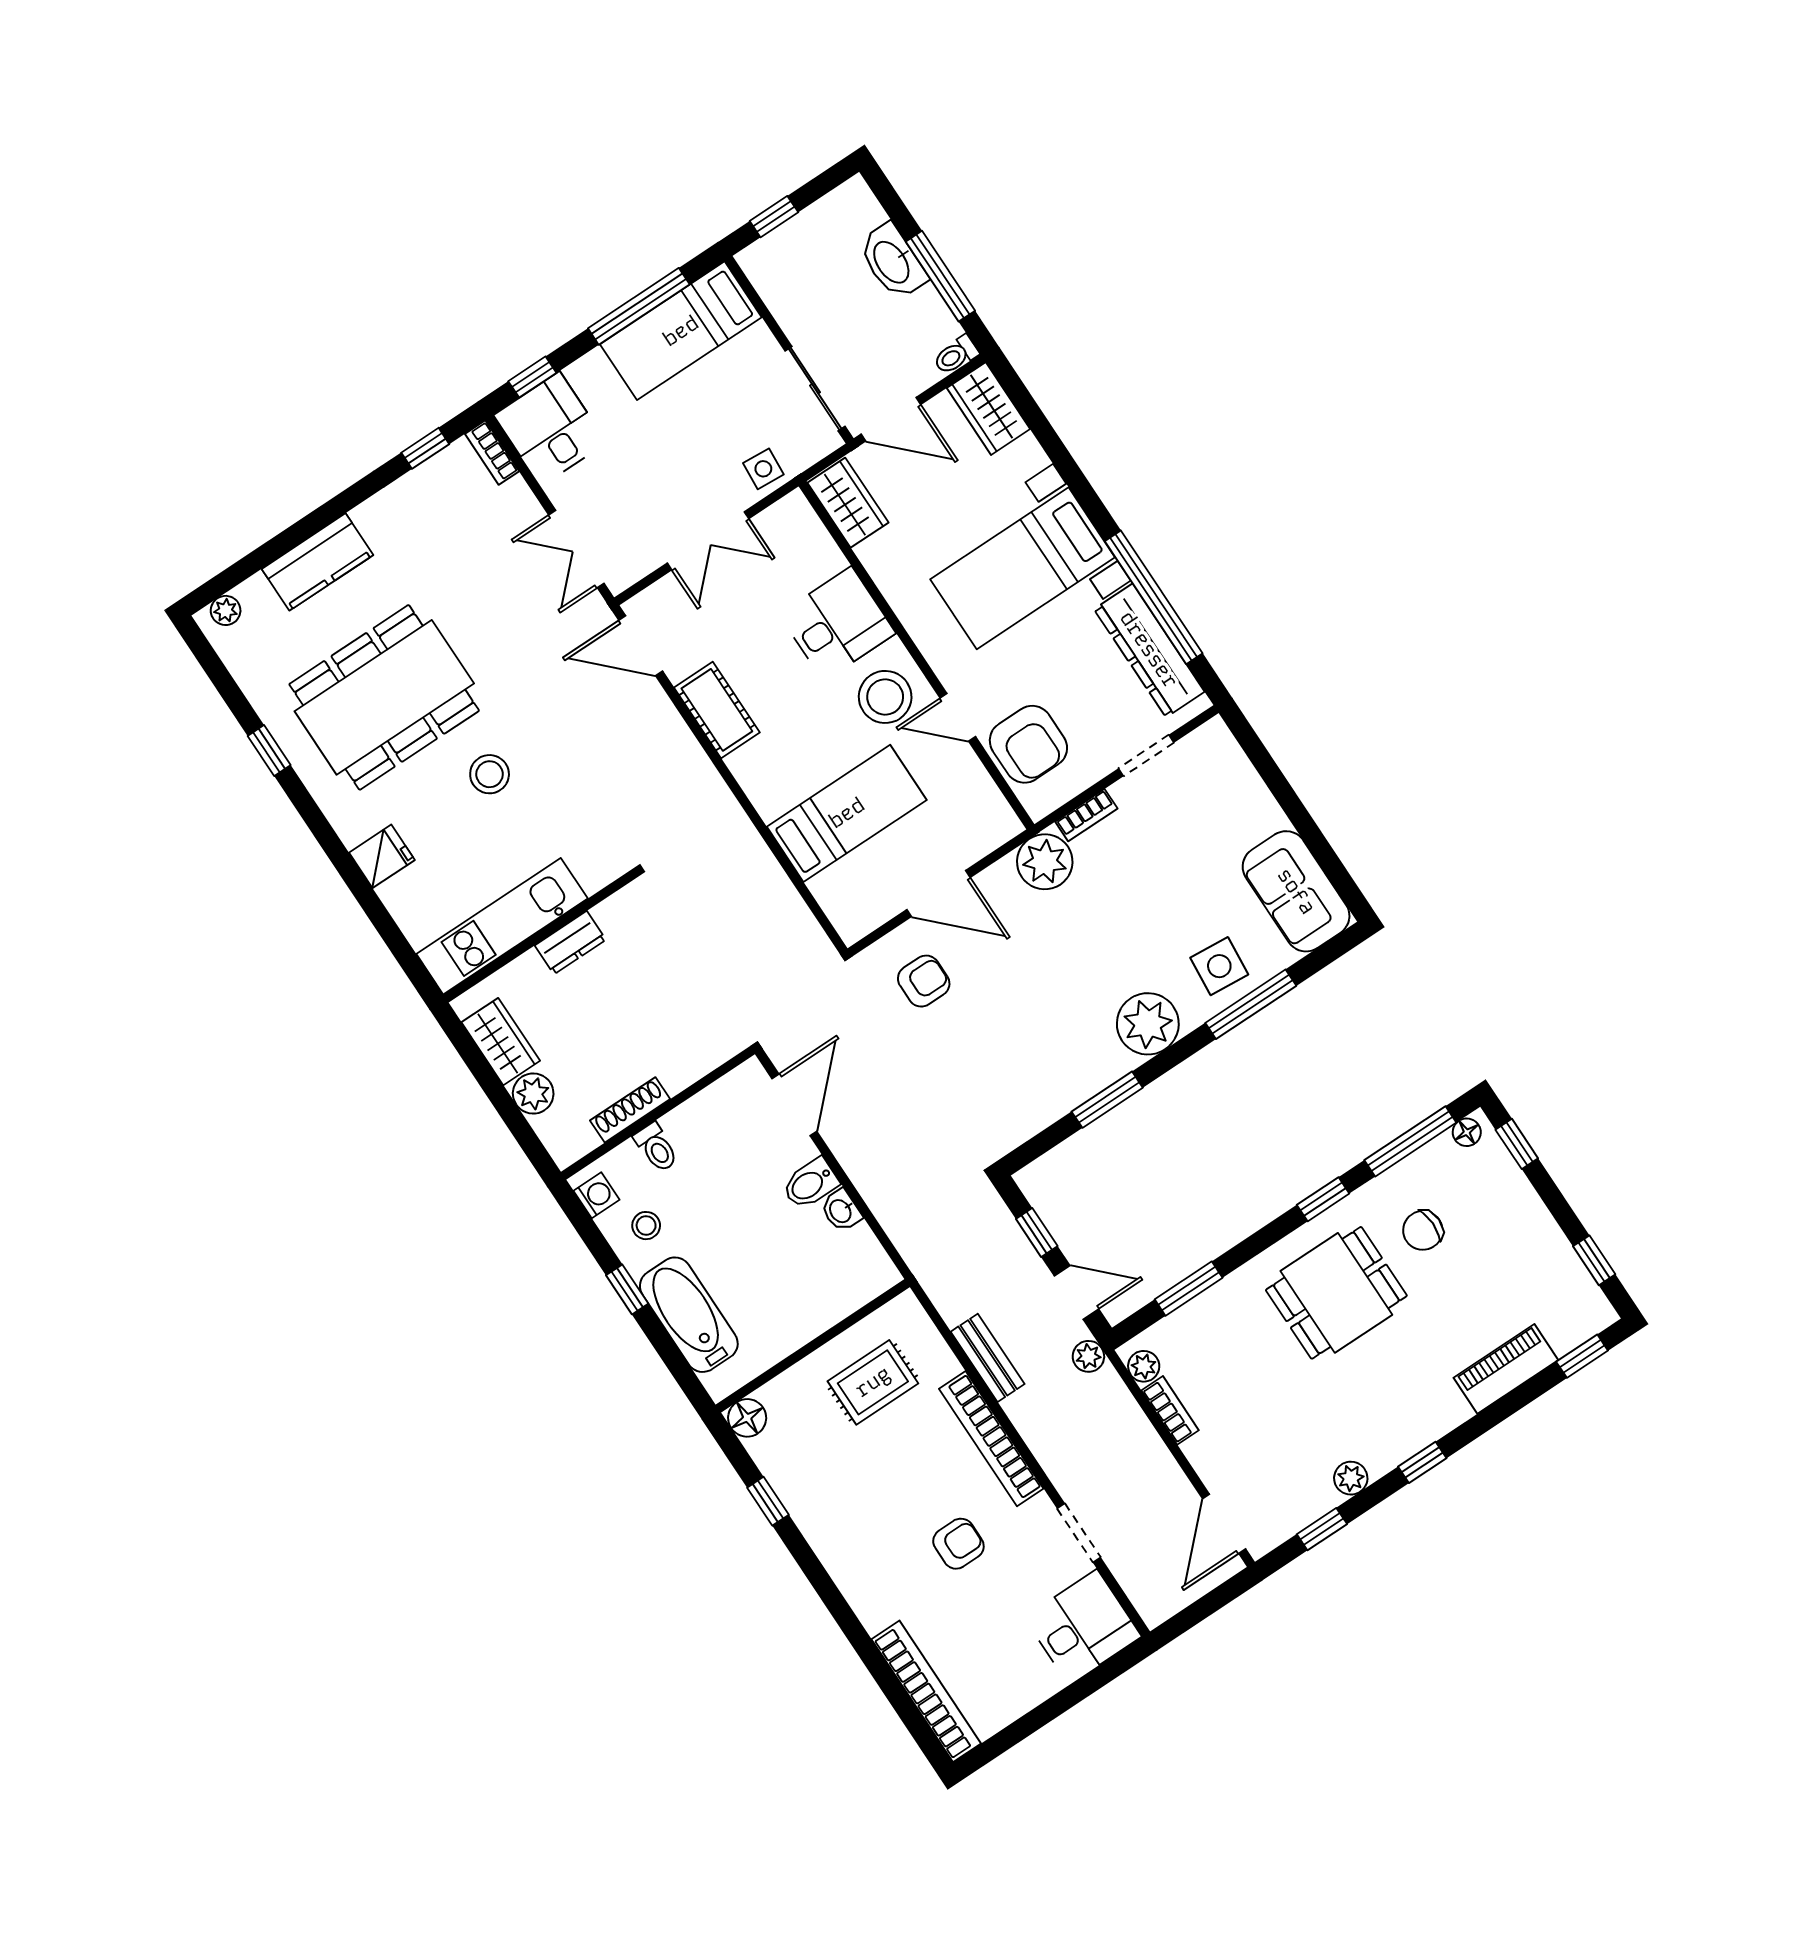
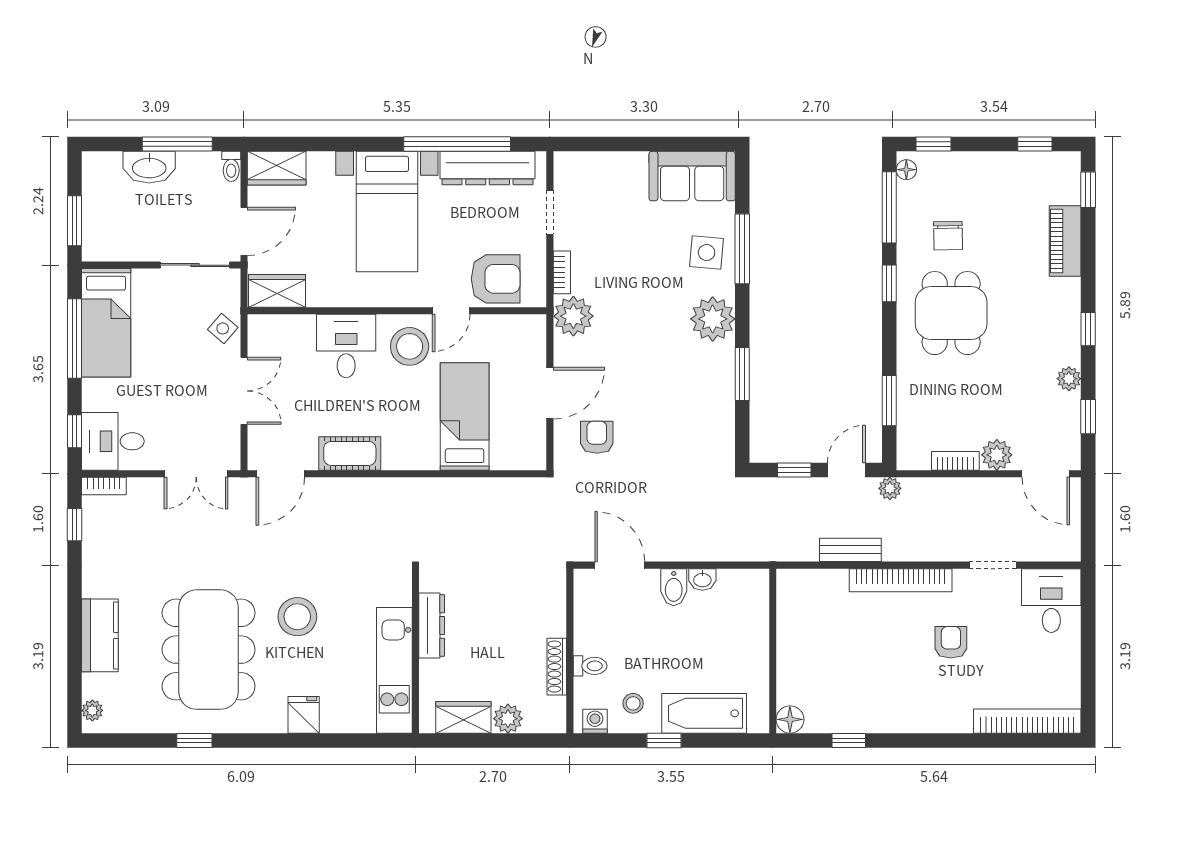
window: (774, 217) -> (74, 221), width x1.50
side table: (763, 469) -> (223, 328), turned 37
stool: (490, 774) -> (297, 617), width x1.38, depth x1.38
dresser: (570, 943) -> (432, 626), width x1.44
plant: (1144, 1366) -> (997, 455), moved, width x1.38, depth x1.38
rug: (873, 1382) -> (819, 629), removed

